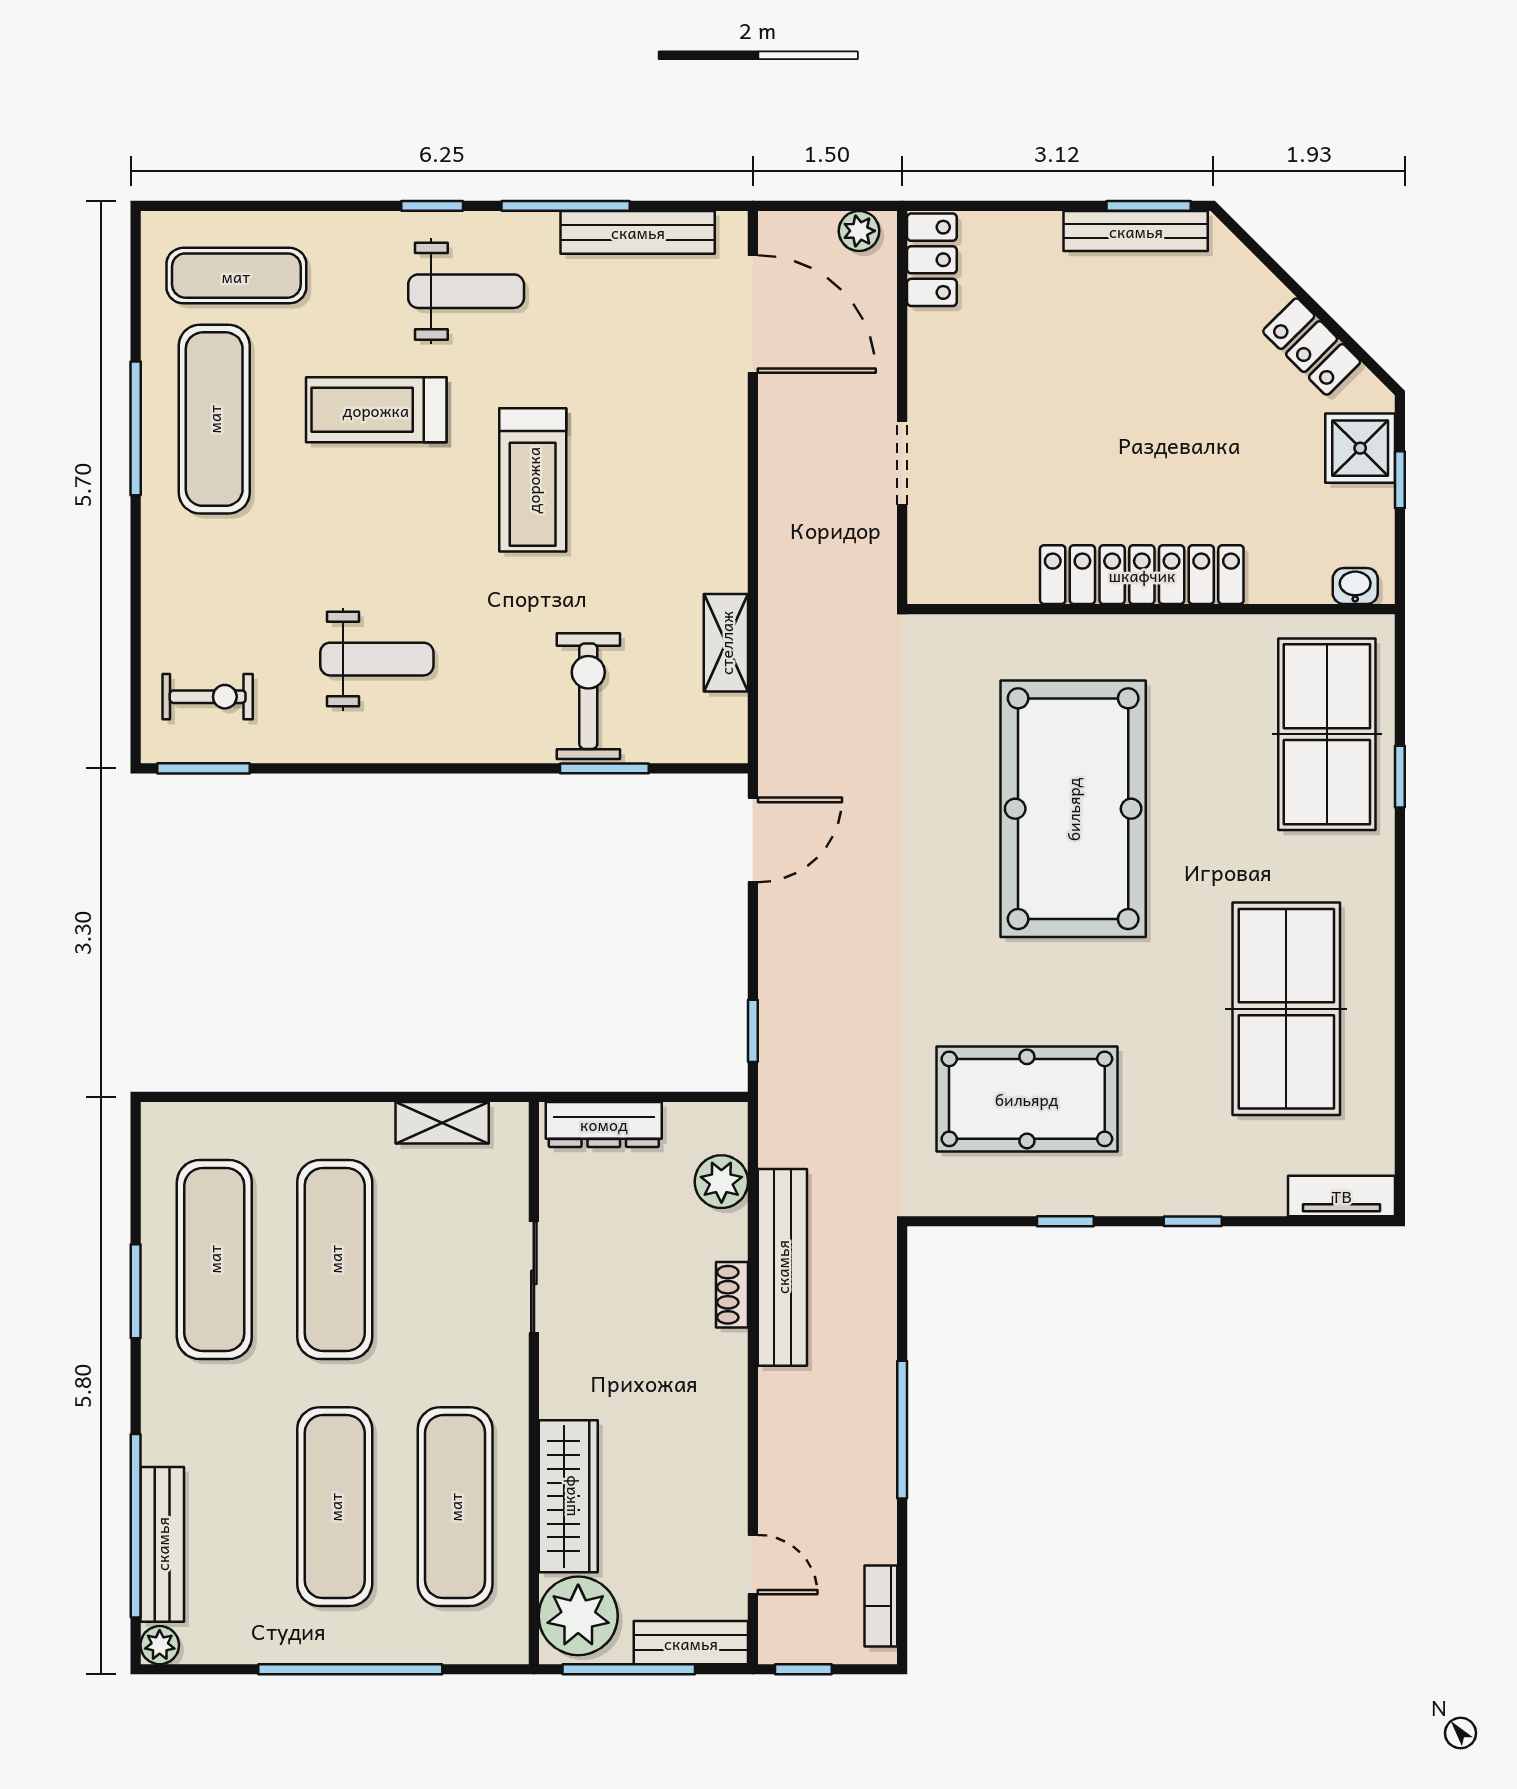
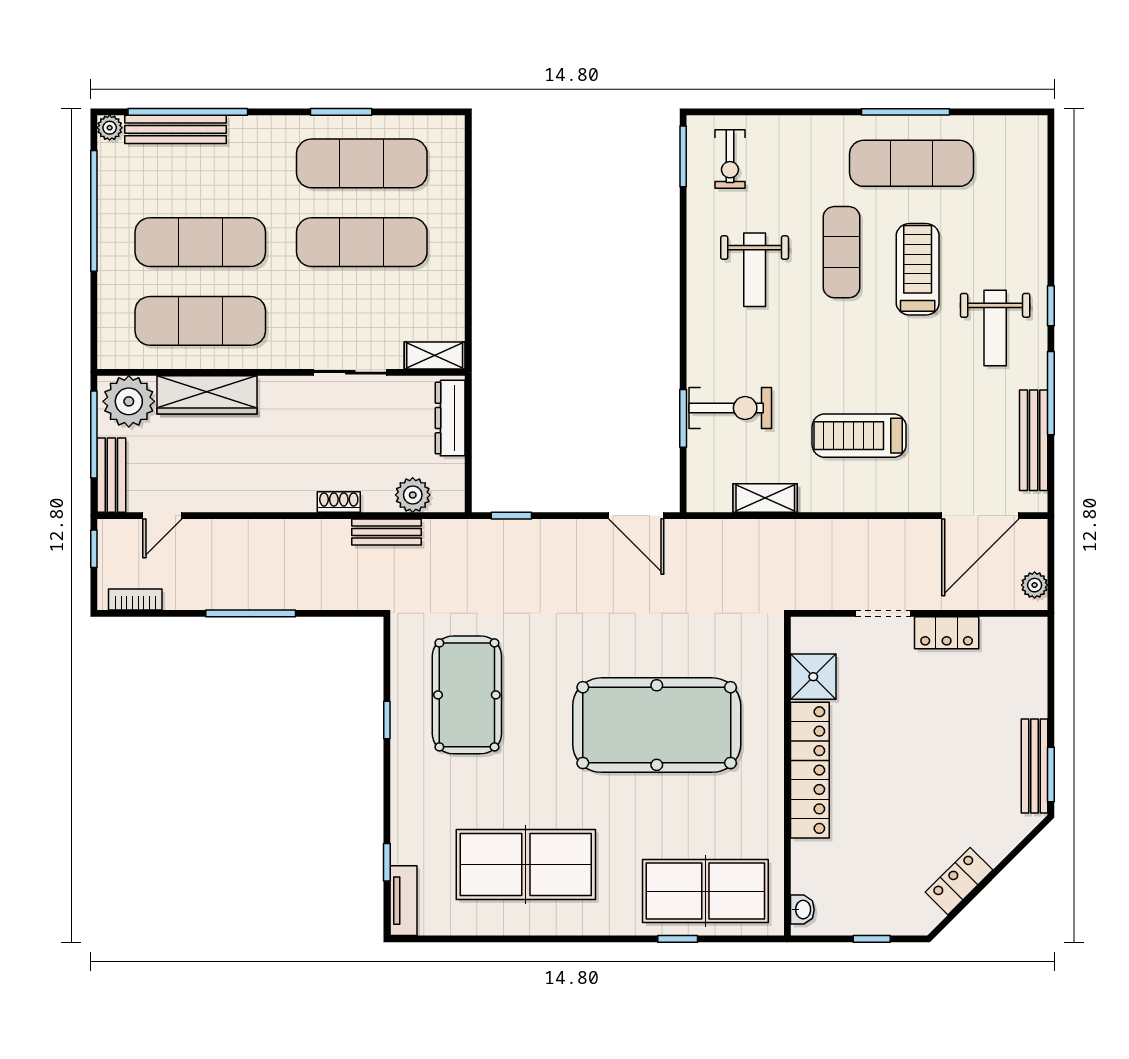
locker: (932, 260) -> (947, 633), moved
exercise mat: (236, 276) -> (842, 252), moved
shower: (1360, 448) -> (813, 677), moved
treadmill: (533, 480) -> (859, 436), moved
shelving: (442, 1123) -> (435, 355), moved, turned 90
window: (1193, 1221) -> (387, 862), moved
bench: (782, 1267) -> (387, 532), width x0.54, depth x0.82
window: (350, 1669) -> (94, 211), moved

